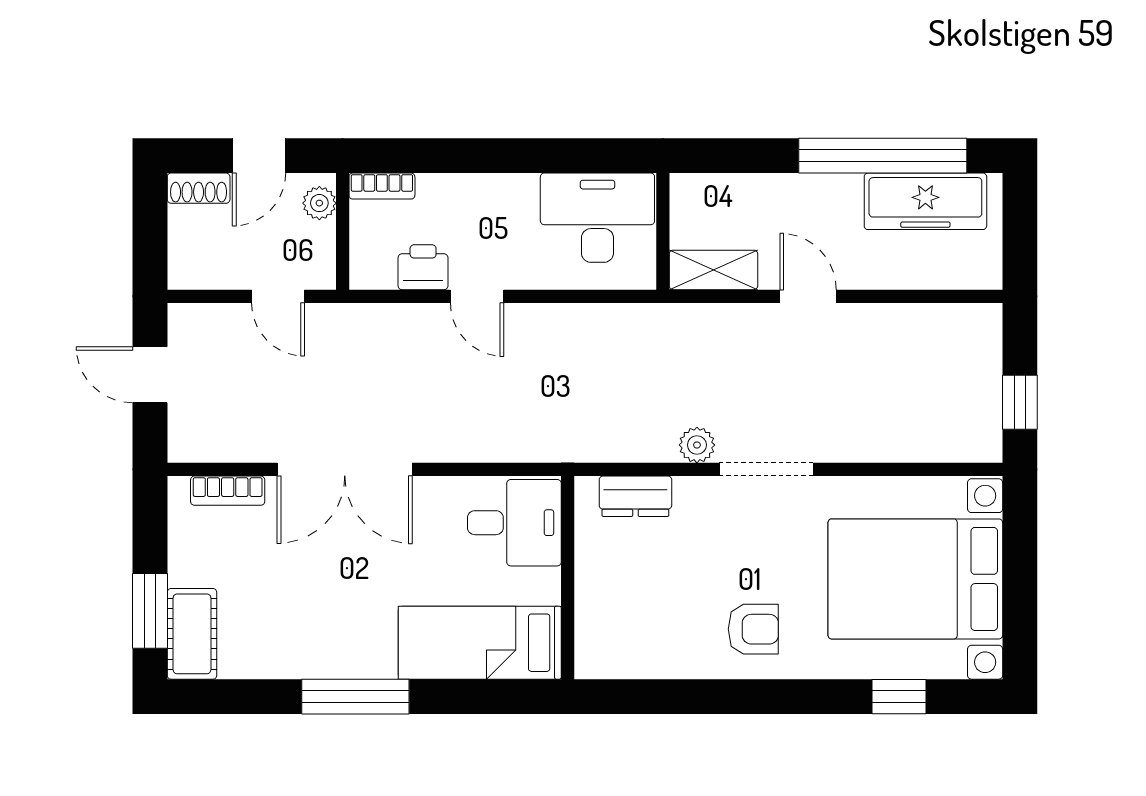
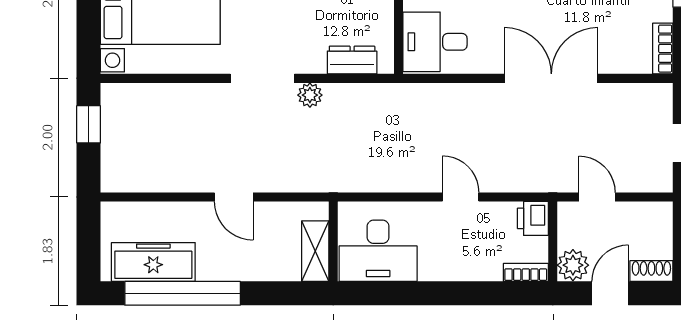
plant: (319, 203) -> (573, 265), width x1.38, depth x1.38
printer: (423, 267) -> (533, 218), moved, turned 90
shelving: (713, 270) -> (315, 251), moved, turned 90
bookcase: (228, 491) -> (663, 49), moved, turned -90

